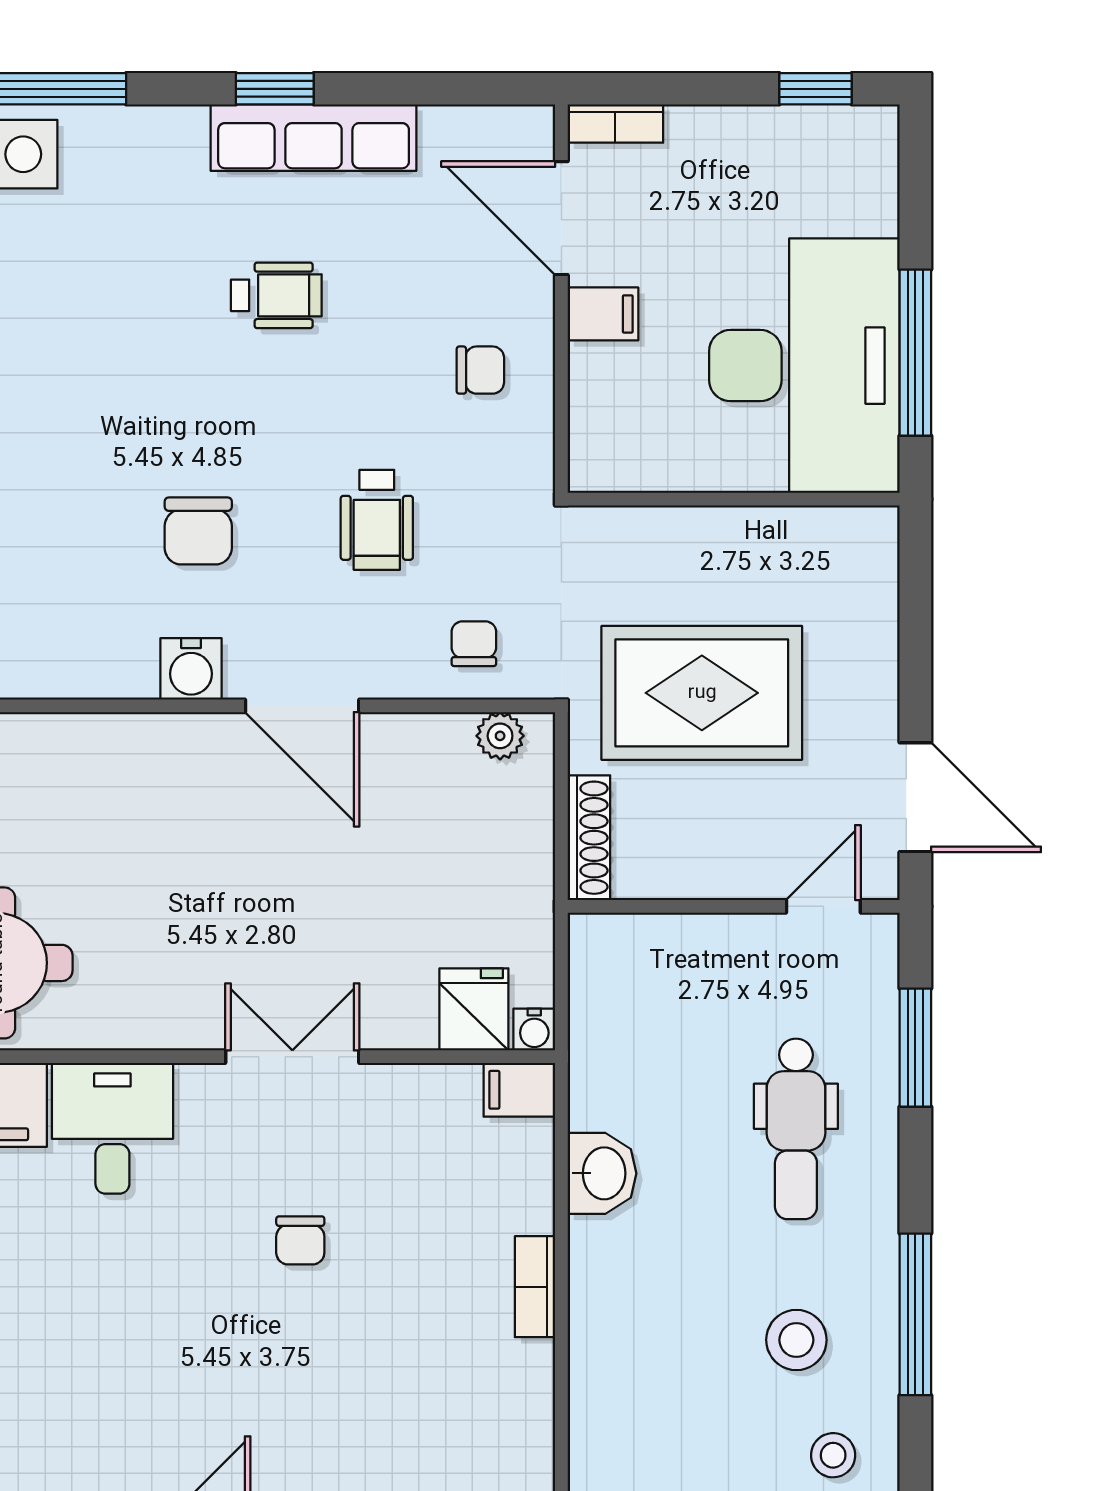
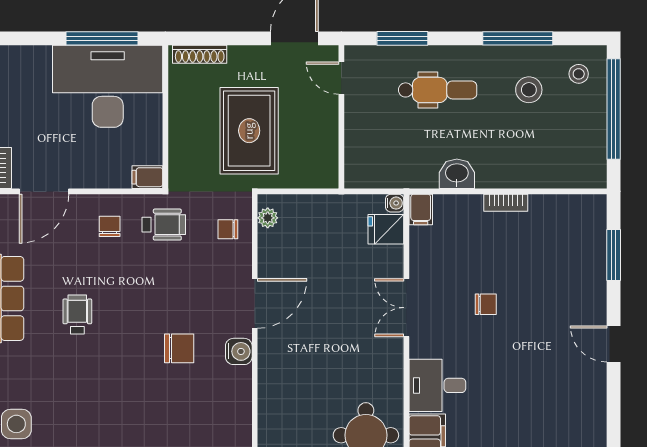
filing cabinet: (603, 314) -> (147, 177), moved, turned -90
wheelchair: (377, 520) -> (164, 225), moved
shoe rack: (589, 838) -> (200, 54), moved, turned 180

